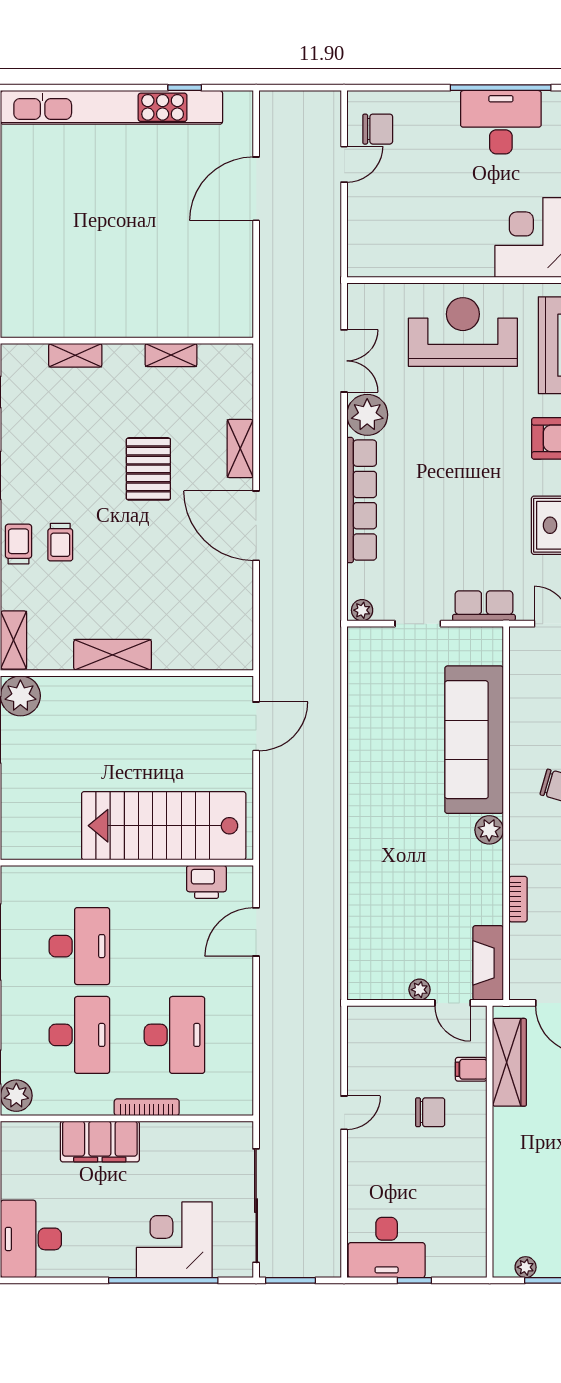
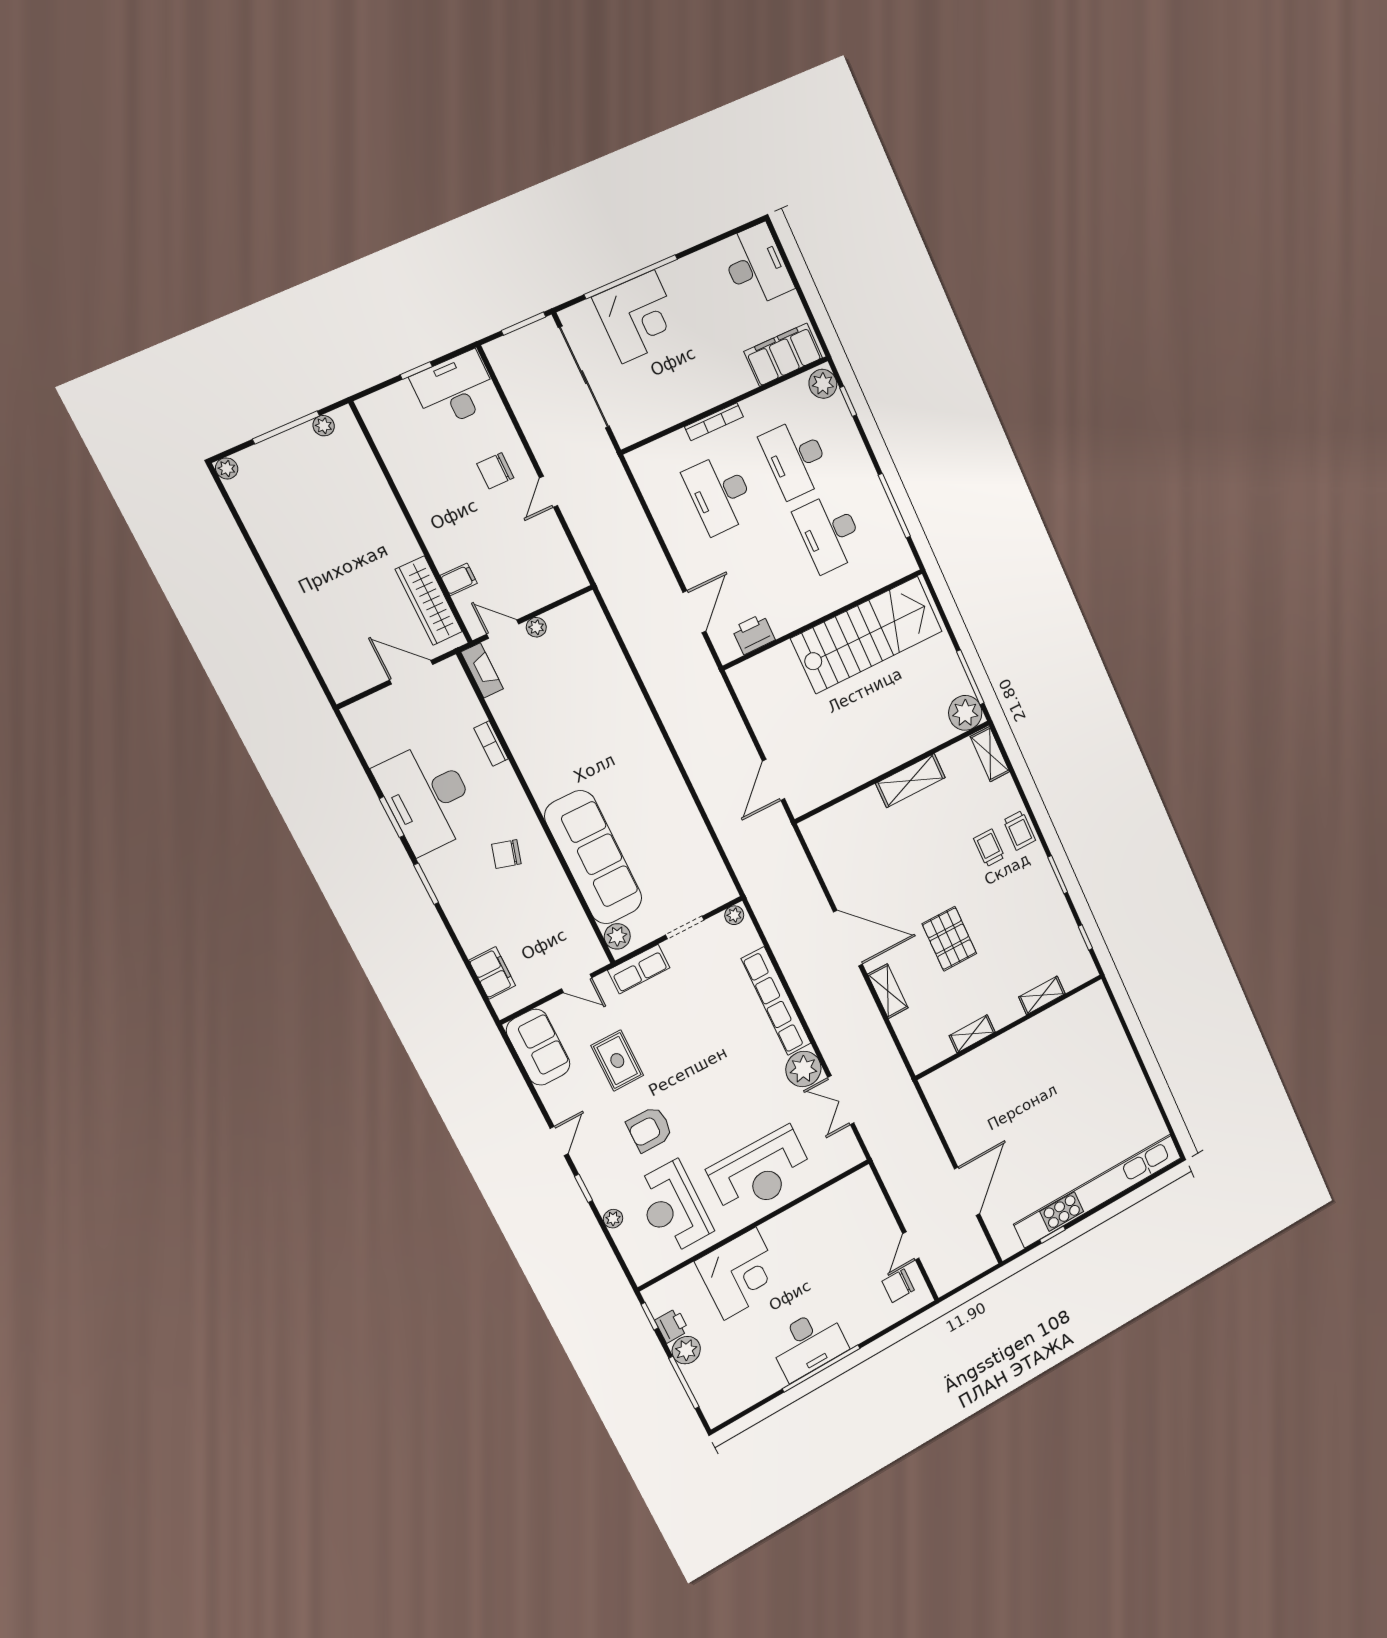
stairs: (164, 826) -> (867, 635), moved
plant: (489, 830) -> (617, 936), moved
fireplace: (488, 963) -> (482, 670), width x0.73, depth x0.76
chair: (430, 1112) -> (495, 471), moved
filing cabinet: (100, 1142) -> (783, 355), moved

